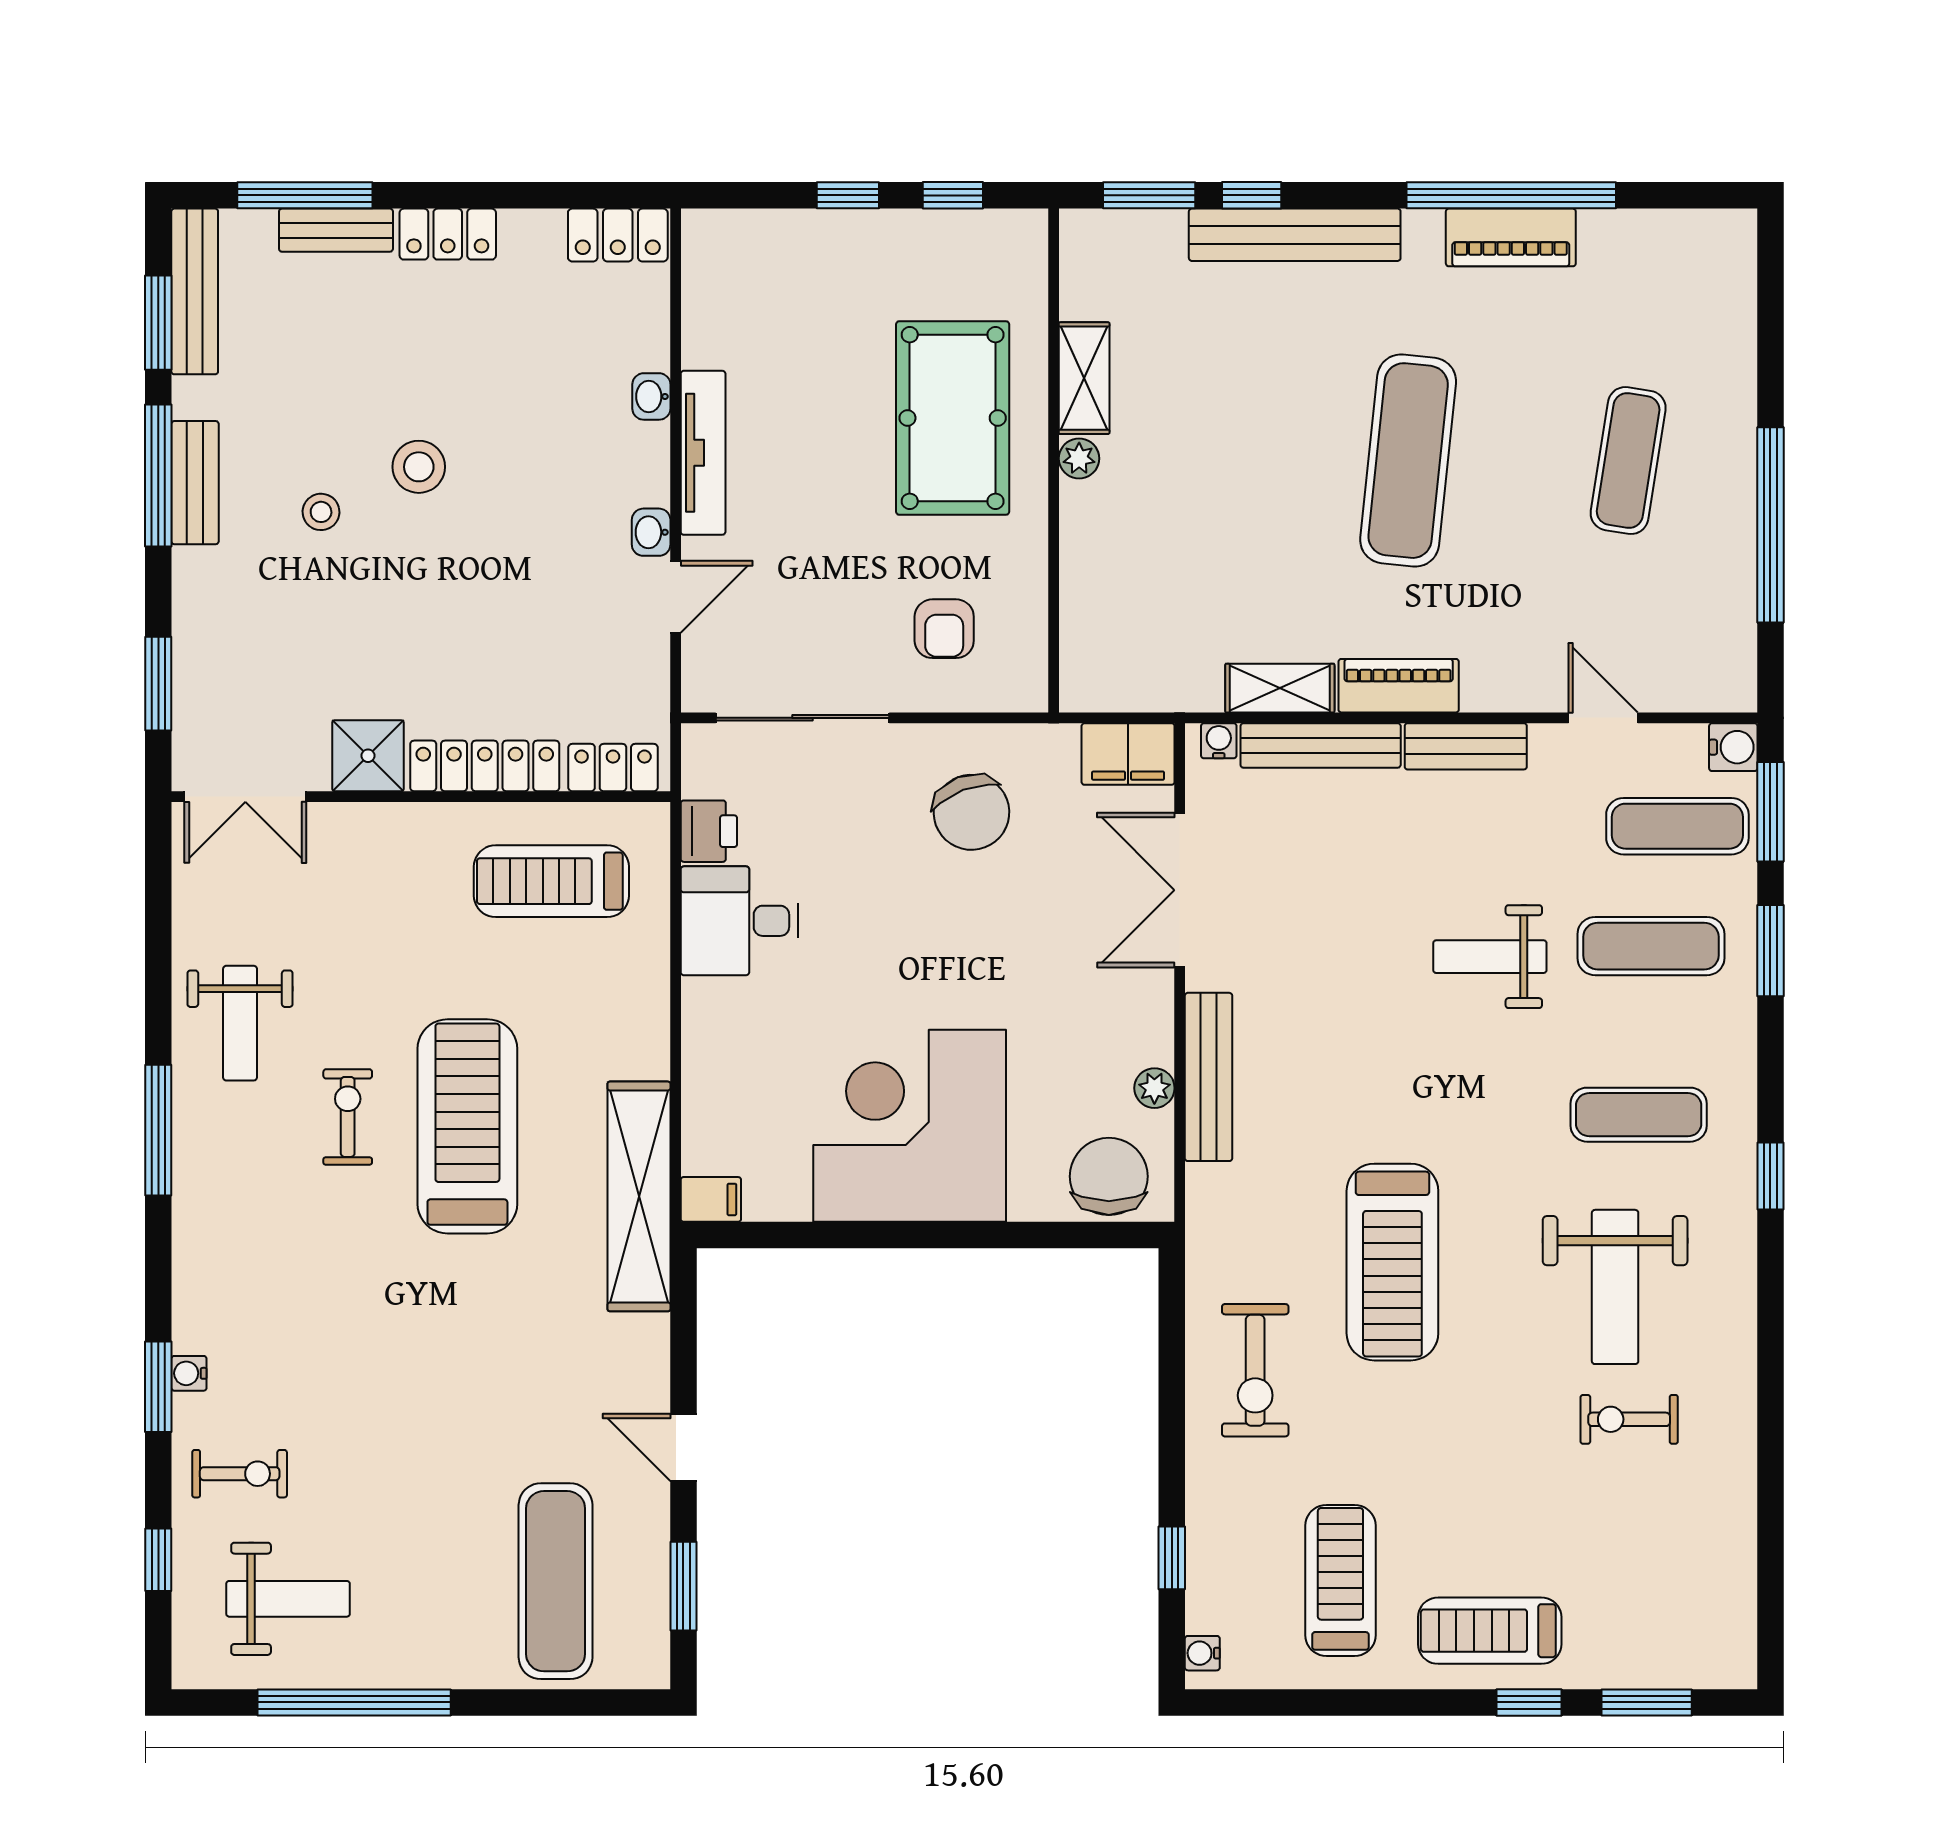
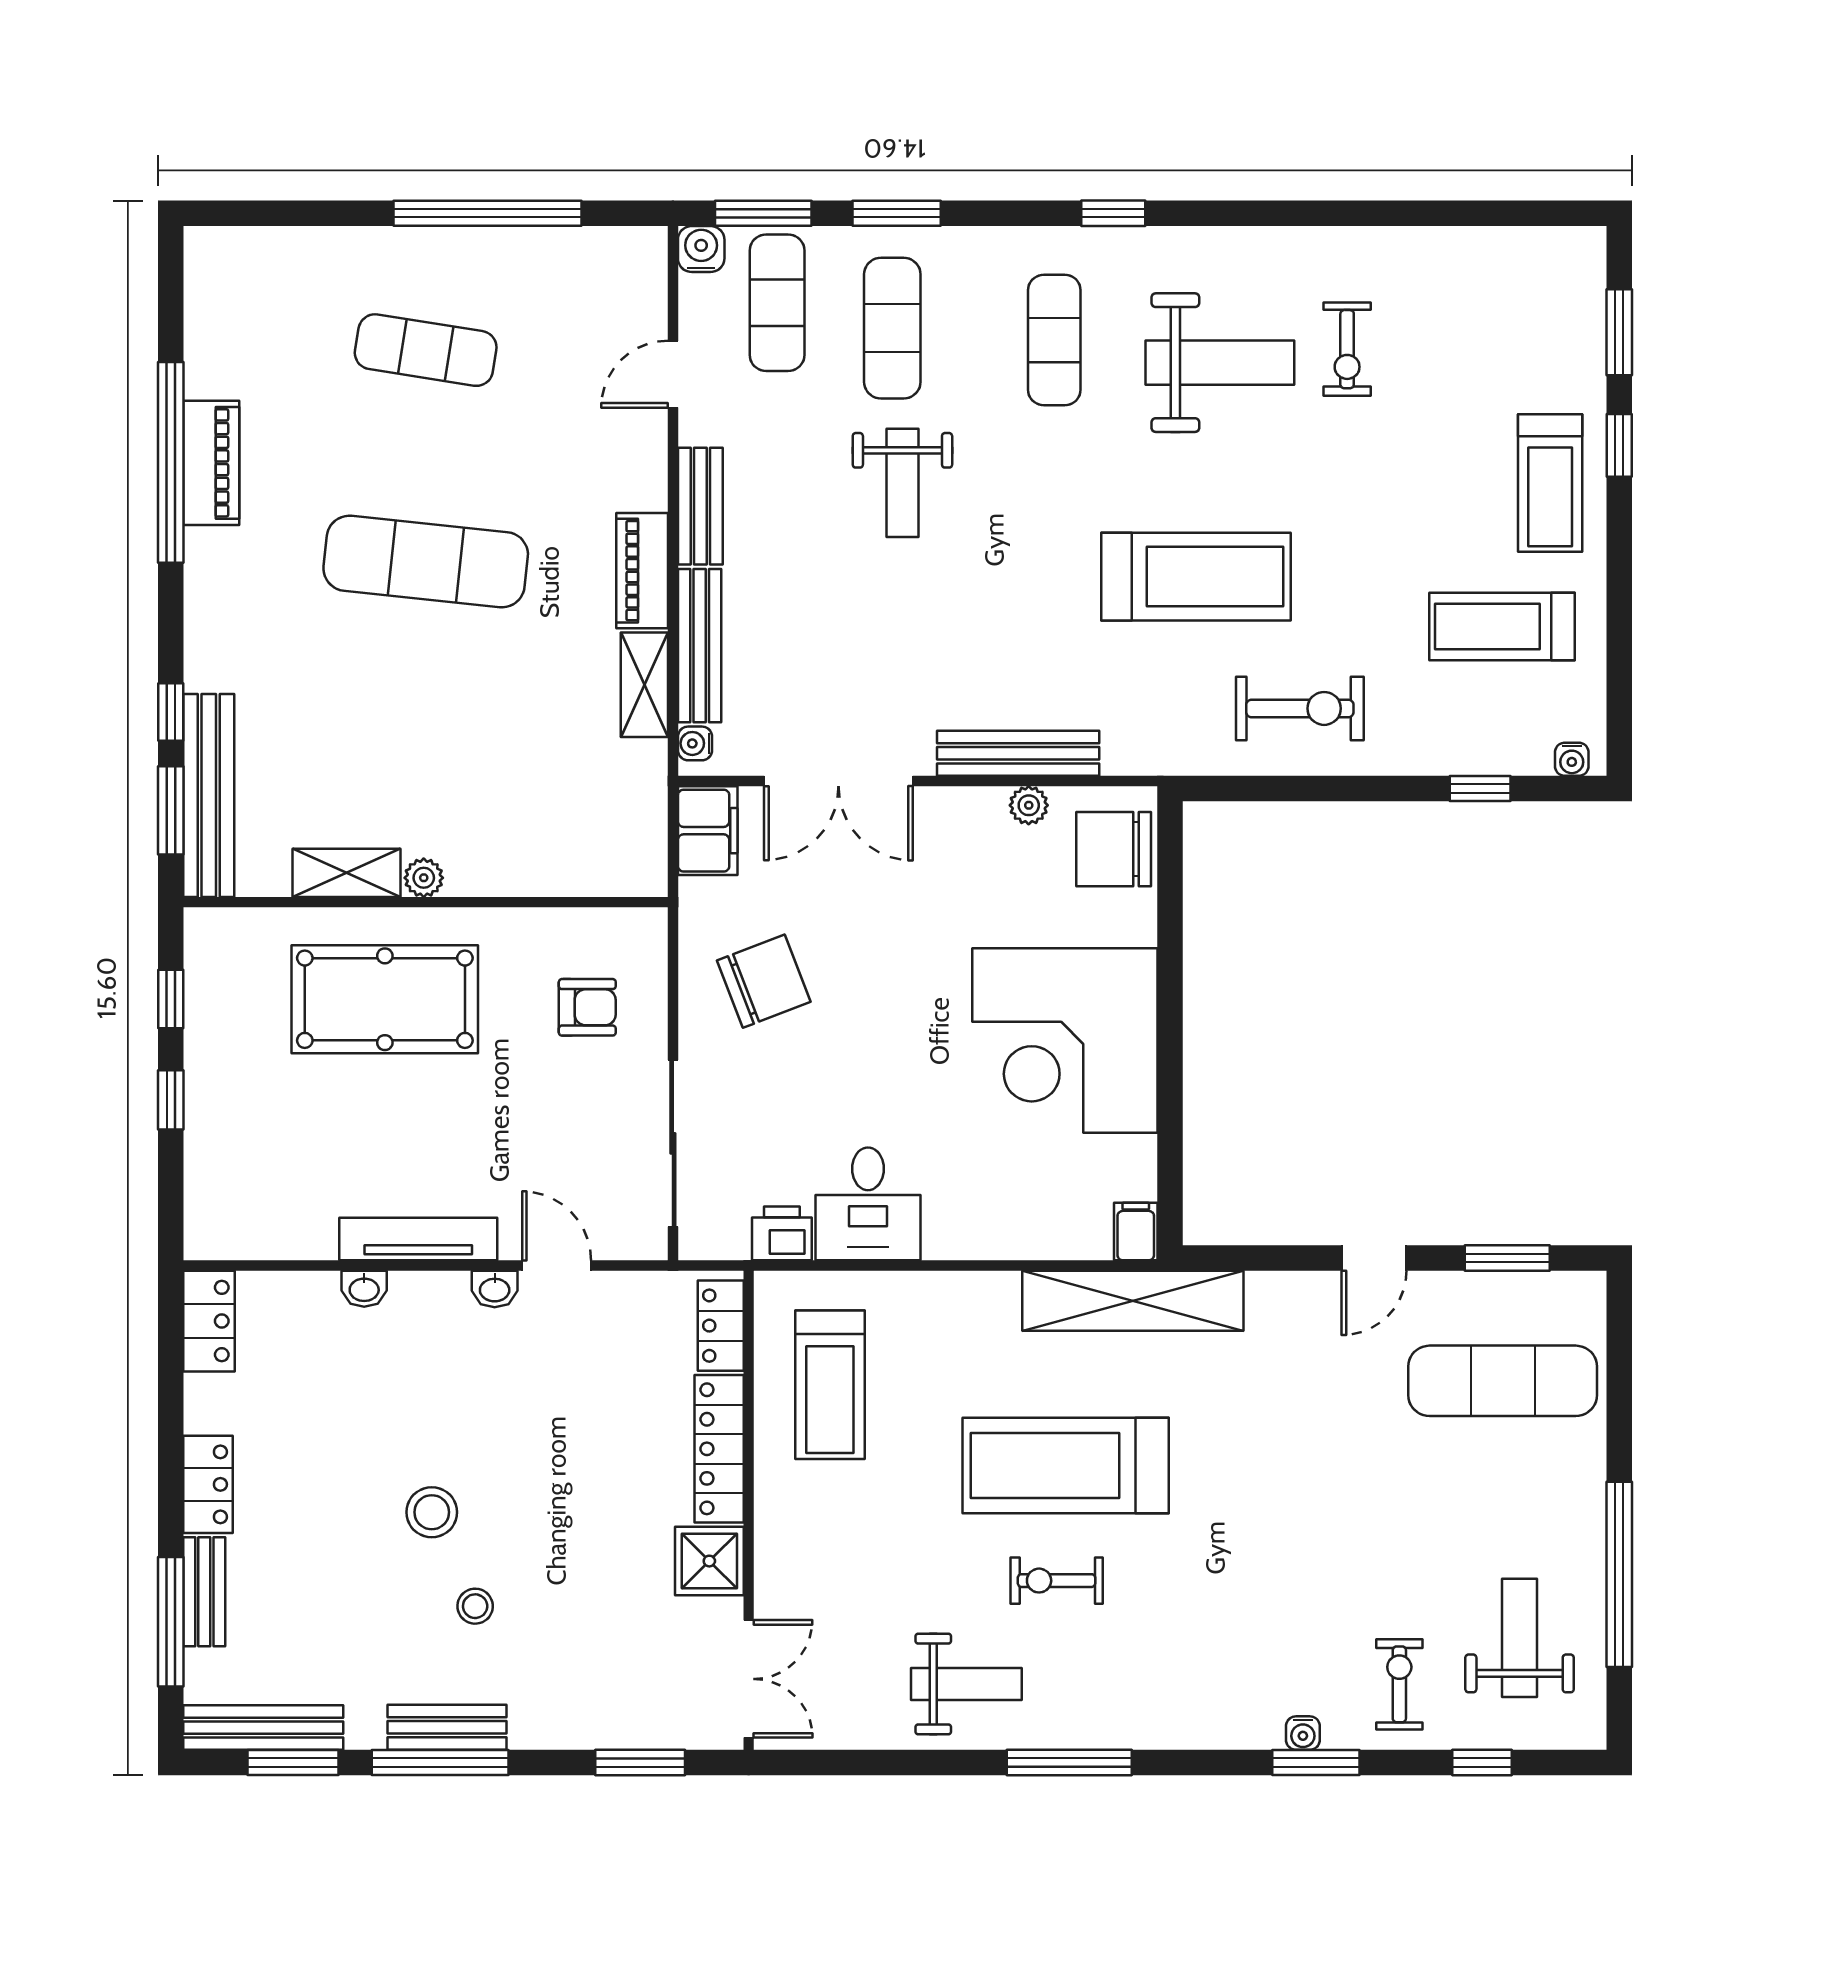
bench: (1295, 235) -> (209, 795), moved

